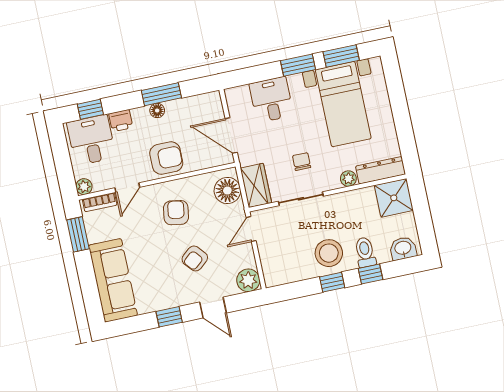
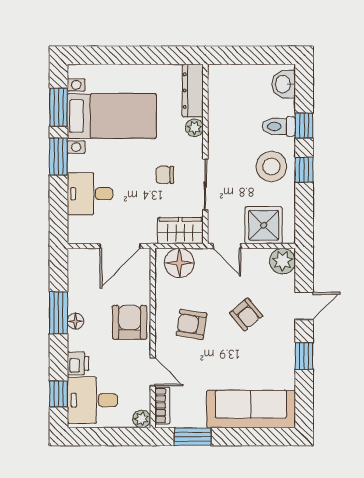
shower: (394, 198) -> (264, 225), moved

